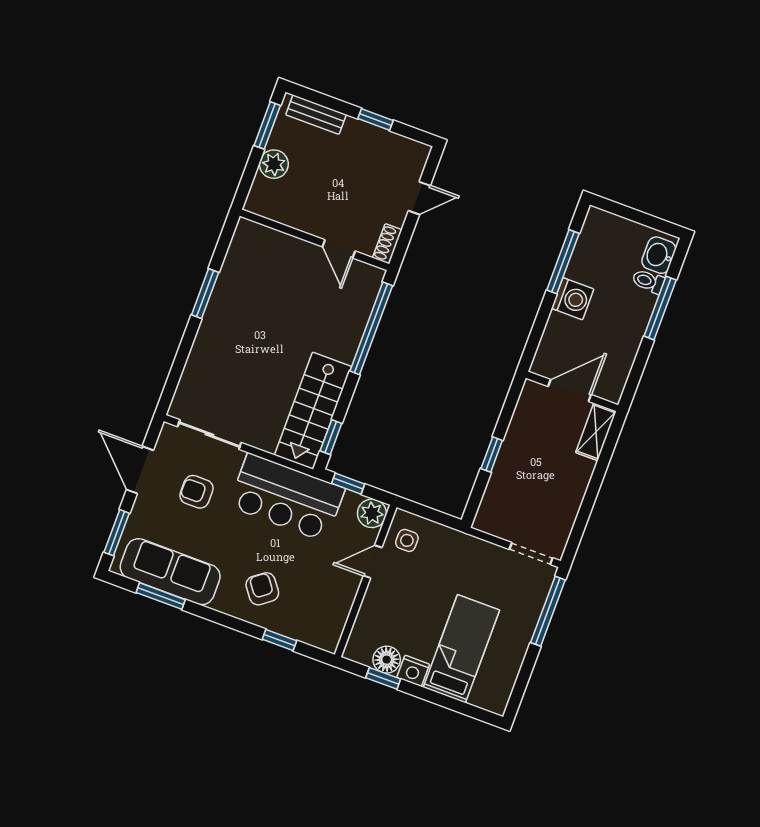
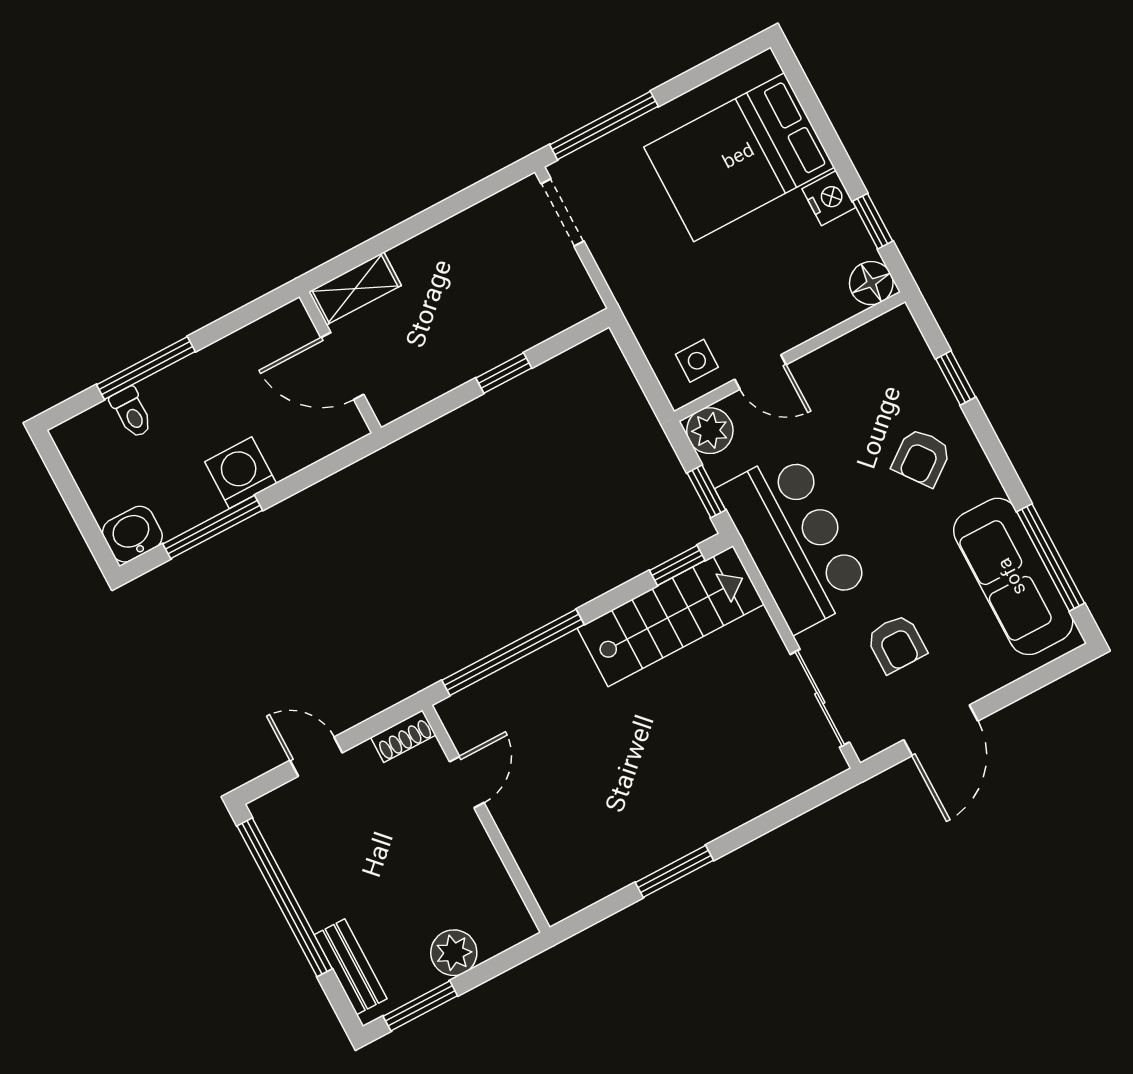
window: (376, 120) -> (285, 897), width x3.17
washbasin: (659, 255) -> (132, 534), moved, turned 180
window: (117, 533) -> (1035, 680), removed
window: (161, 596) -> (1051, 557), width x1.44
bed: (461, 649) -> (739, 157), width x1.50
floor lamp: (387, 660) -> (871, 283), moved

